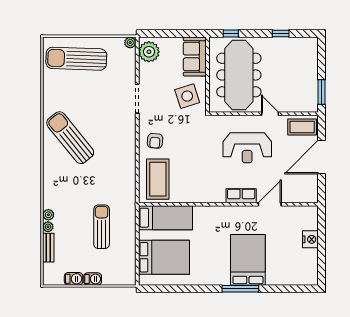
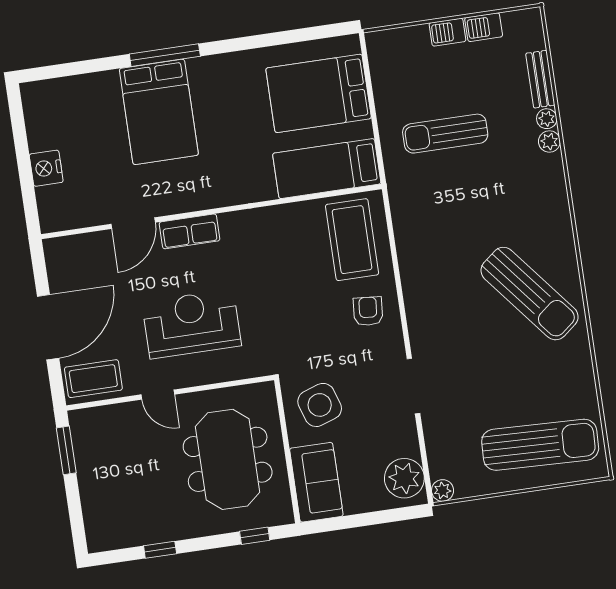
meeting table: (239, 75) -> (228, 459), width x0.73
sun lounger: (102, 227) -> (445, 134), turned 90

